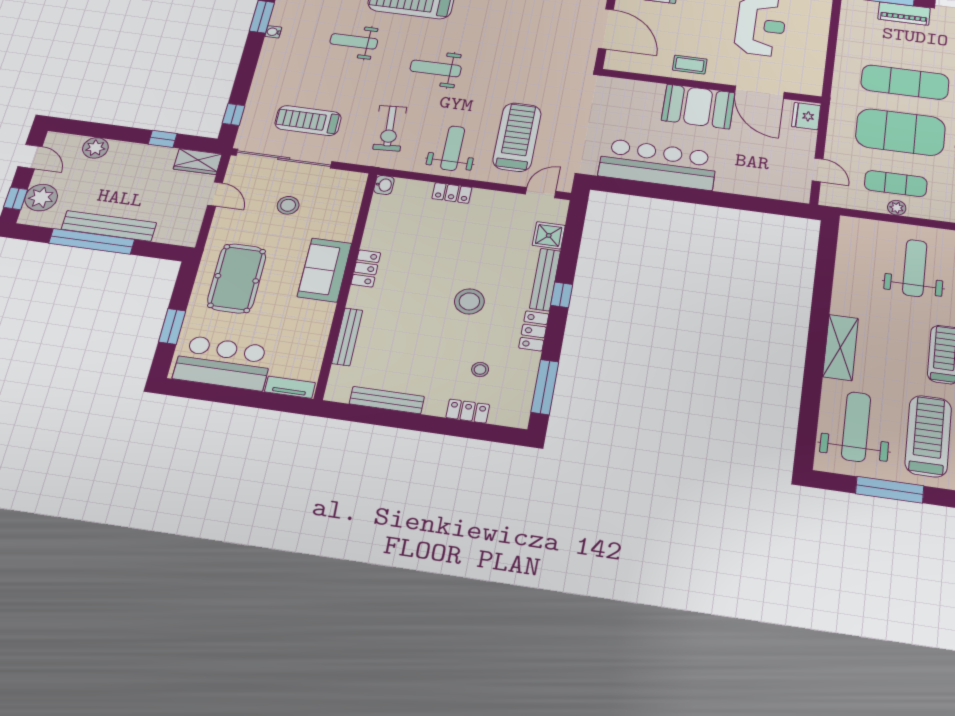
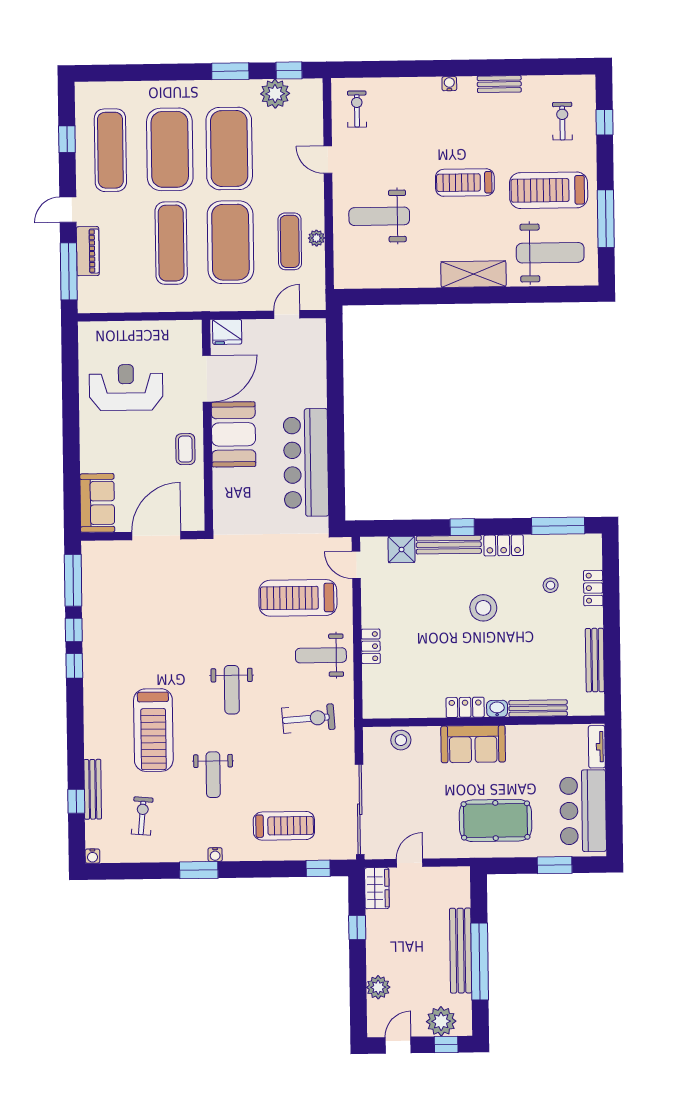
treadmill: (308, 121) -> (284, 826), moved, turned -90
washbasin: (384, 185) -> (497, 709), moved
stool: (288, 205) -> (401, 740), moved
weight bench: (856, 427) -> (550, 253), turned 180

